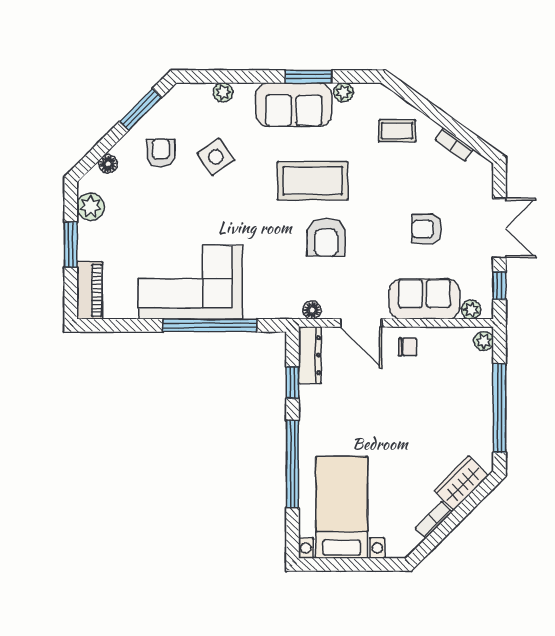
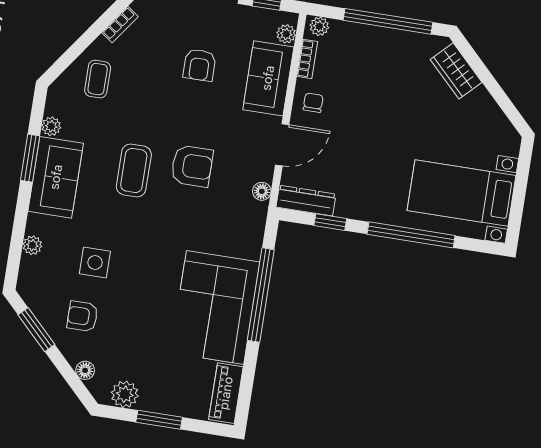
side table: (216, 157) -> (95, 262), turned 35
coffee table: (313, 181) -> (134, 170), width x0.73, depth x0.76
piano: (90, 290) -> (226, 393), moved, turned -90
bookcase: (434, 520) -> (307, 59), moved, turned -135

